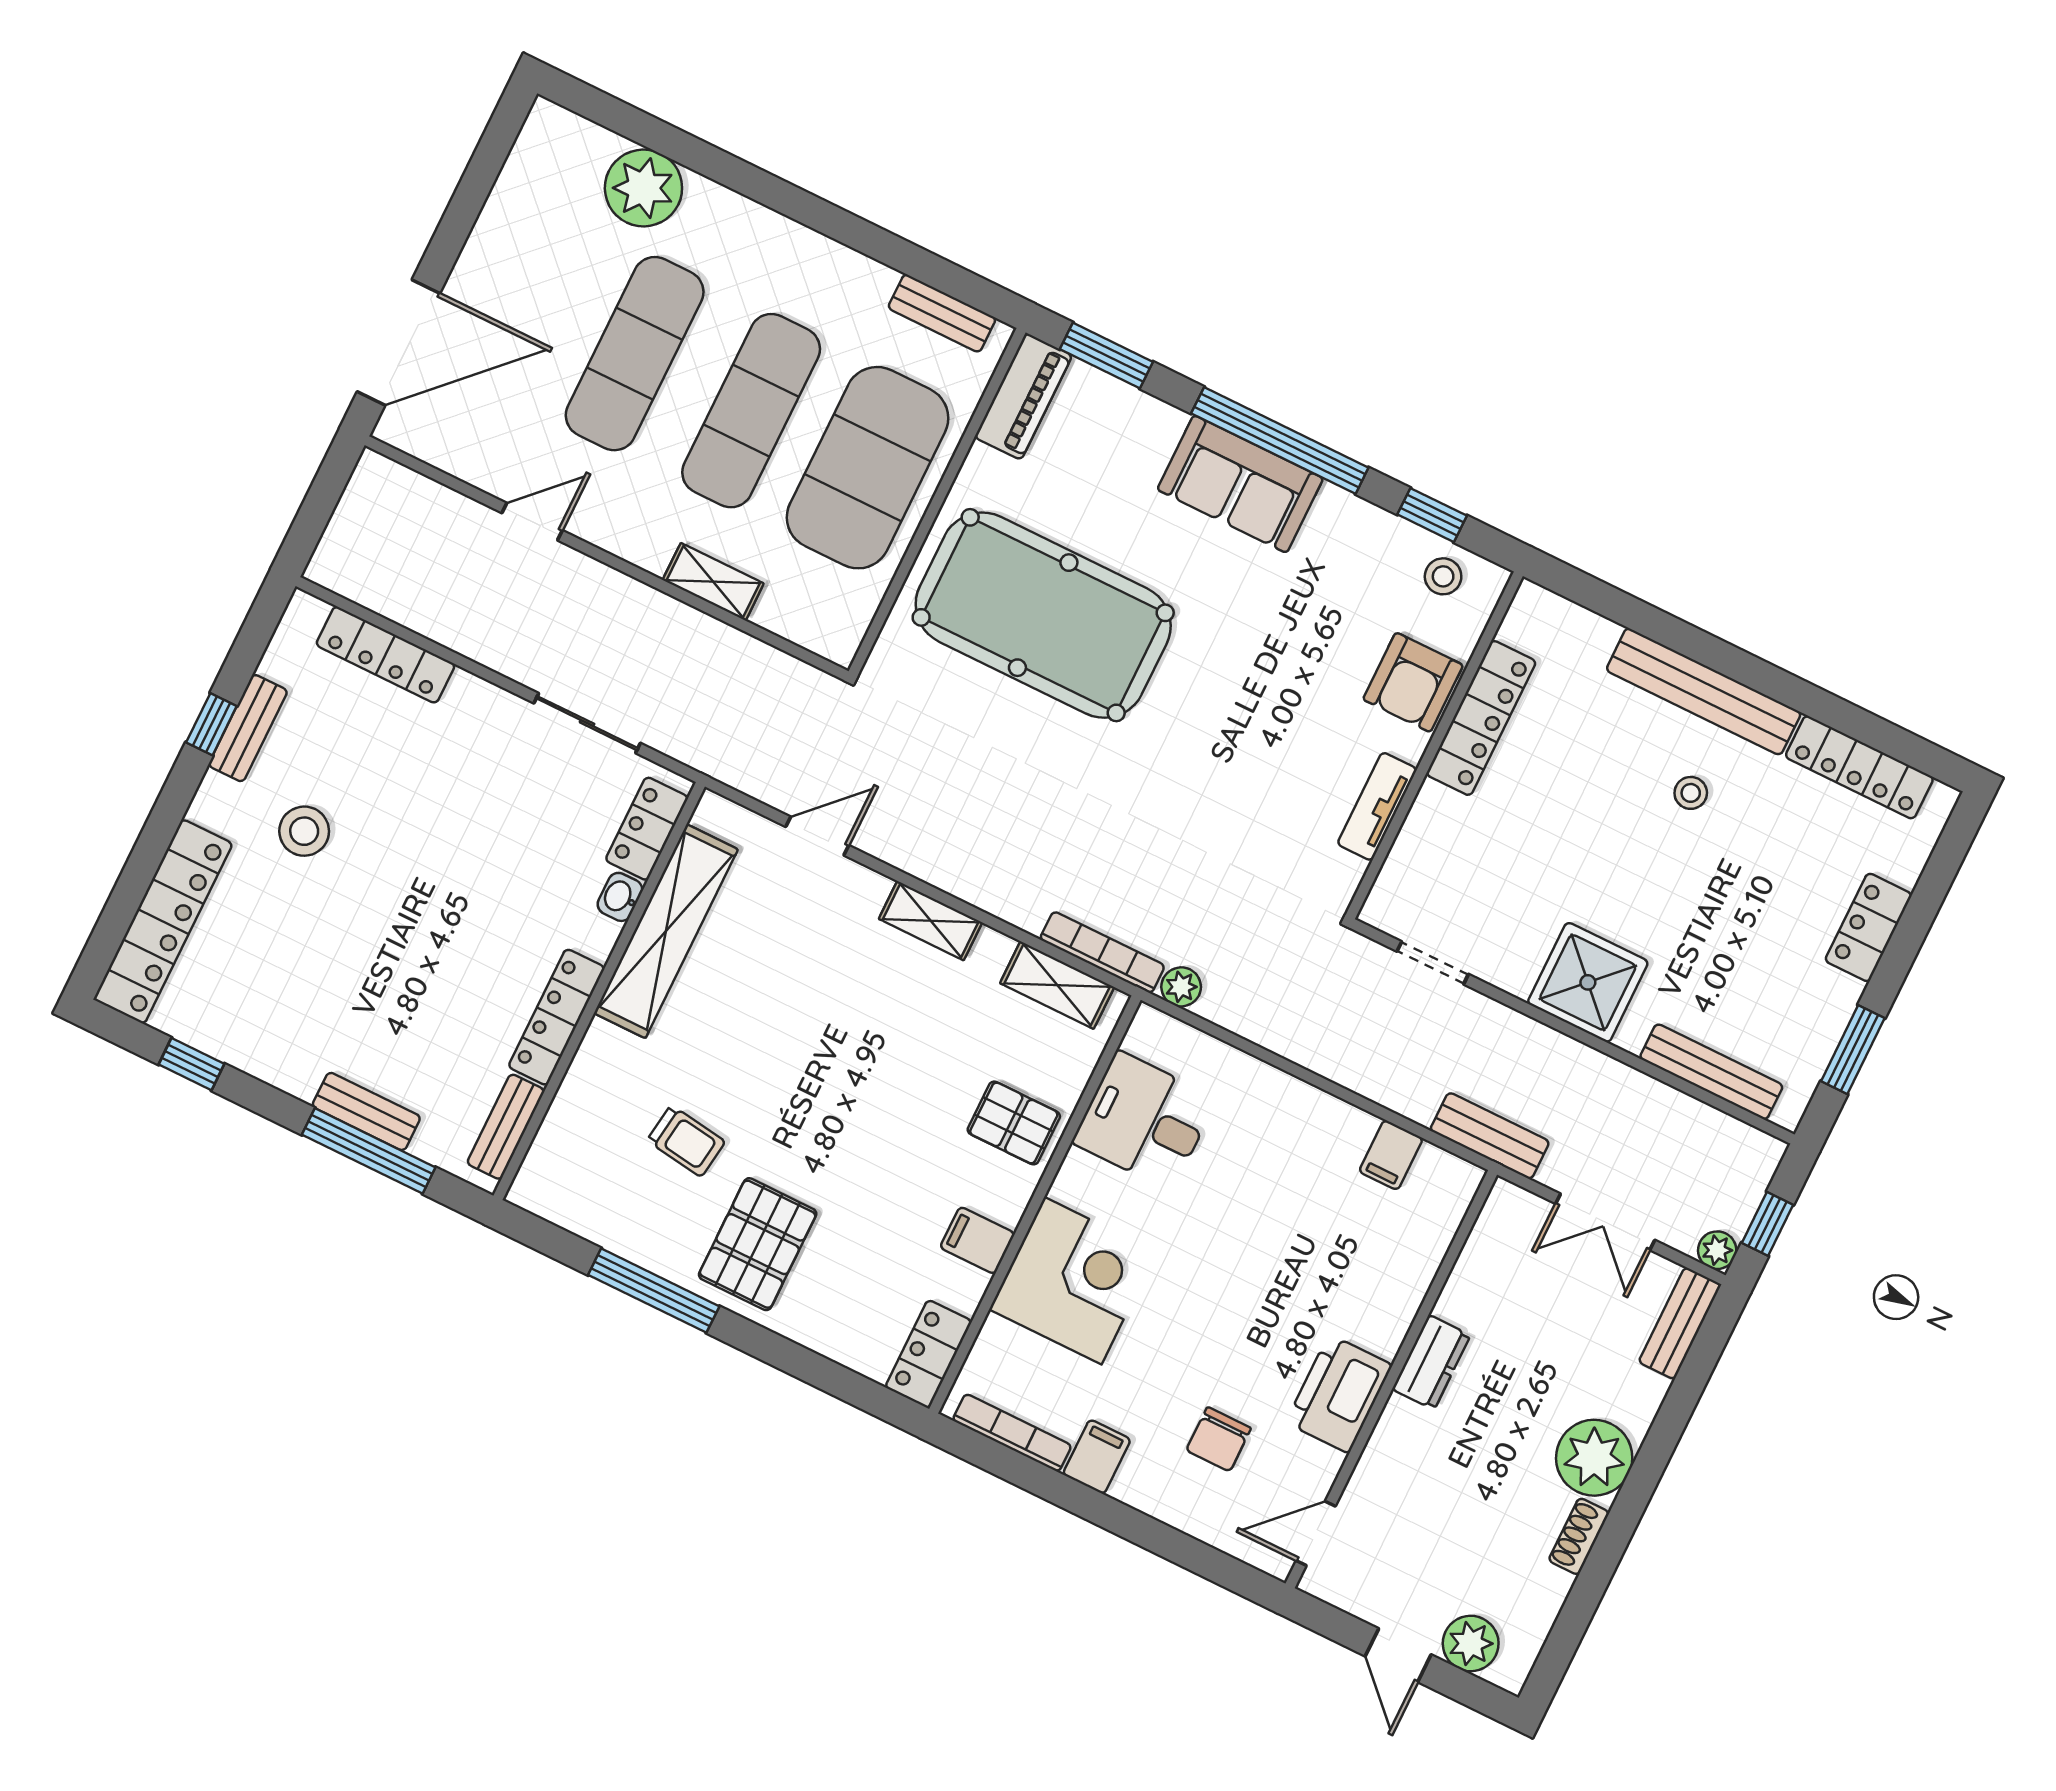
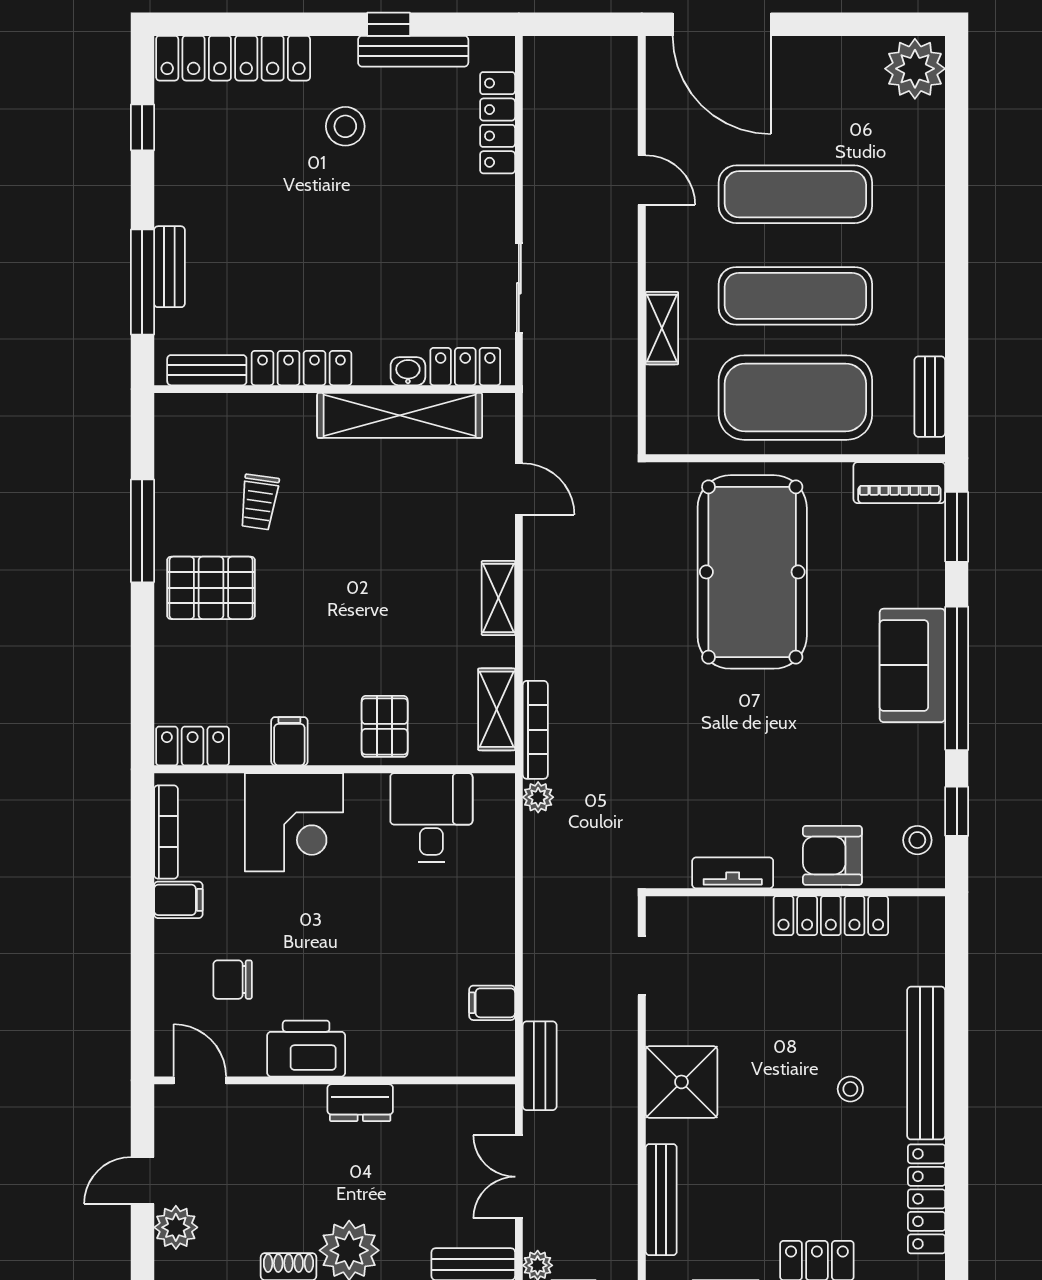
plant: (643, 188) -> (915, 69), moved
bench: (248, 728) -> (413, 51), width x1.36

